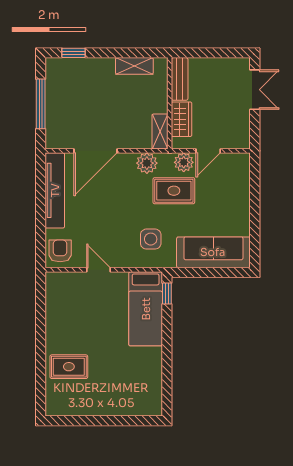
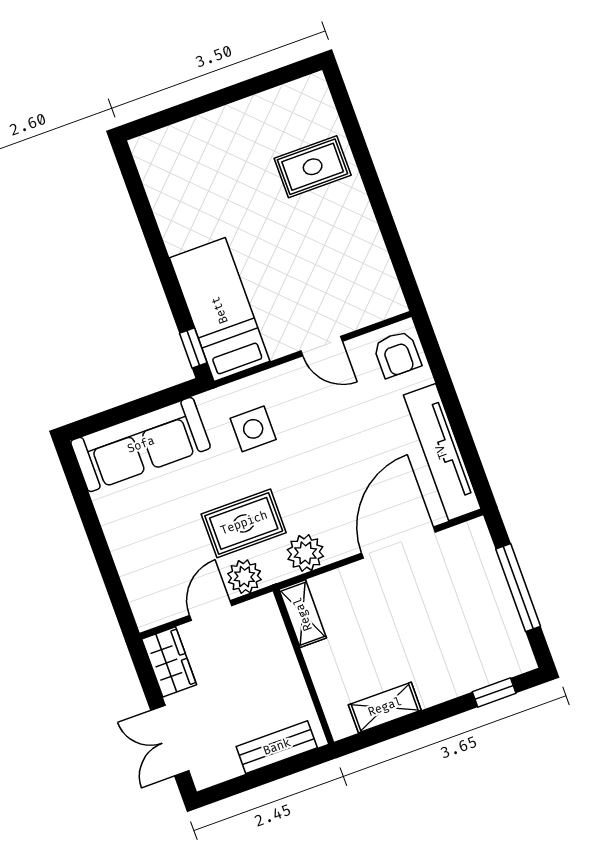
bench: (180, 79) -> (277, 747), moved, turned 90
wardrobe: (182, 119) -> (169, 662), moved, turned 180

